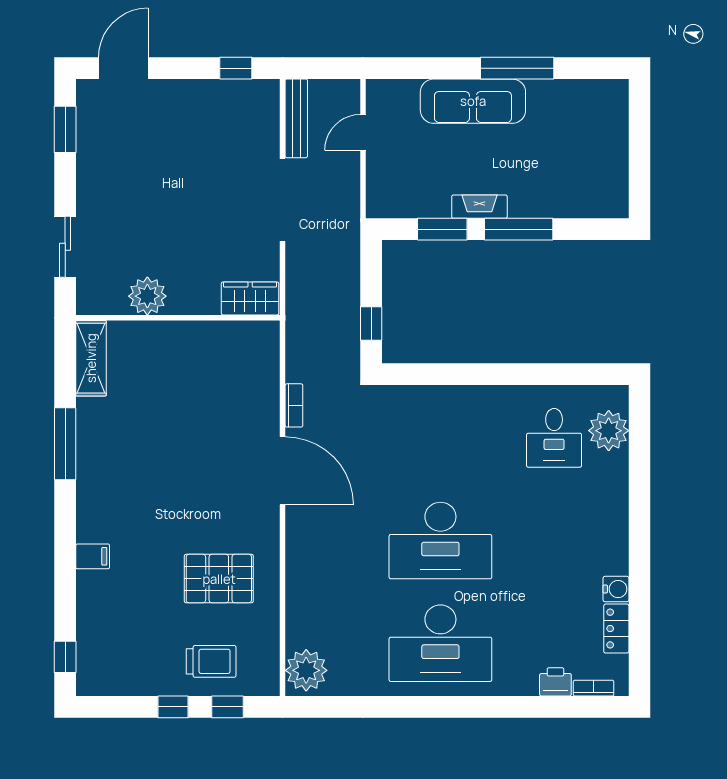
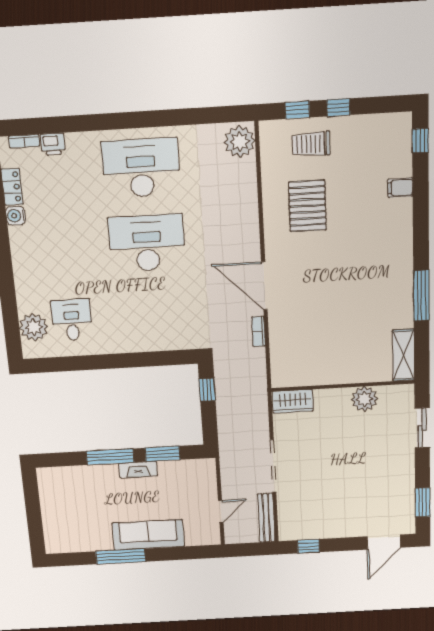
filing cabinet: (93, 556) -> (400, 188), moved
pallet: (219, 579) -> (307, 206), turned 90

